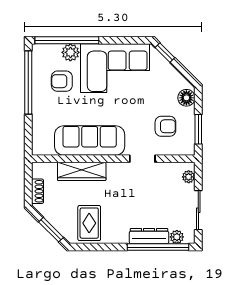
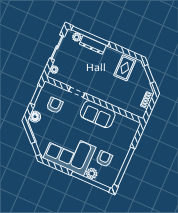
armchair: (62, 81) -> (104, 159), turned -90
armchair: (165, 126) -> (55, 105), turned 90
sofa: (90, 141) -> (98, 114), width x0.73
wardrobe: (82, 171) -> (116, 100), removed

